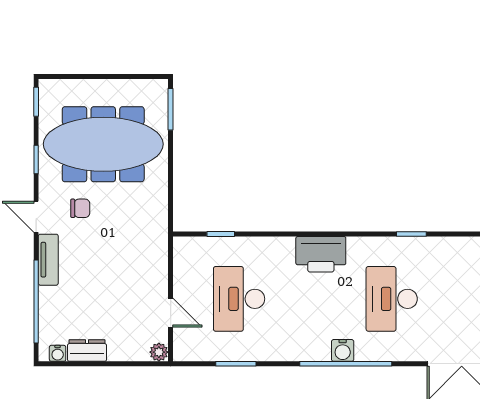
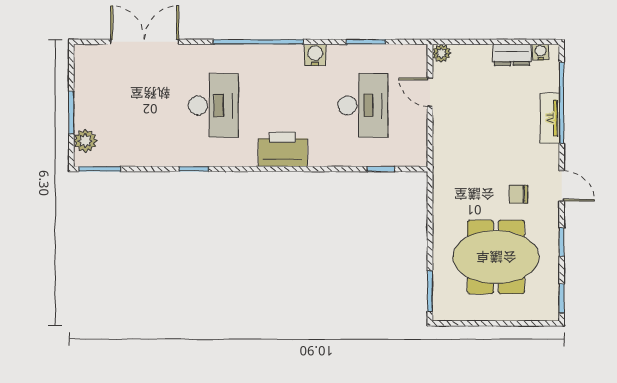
meeting table: (103, 144) -> (496, 257), width x0.73
tv unit: (48, 260) -> (550, 118), moved
water cooler: (343, 350) -> (315, 55), moved

